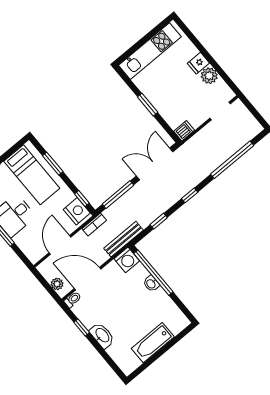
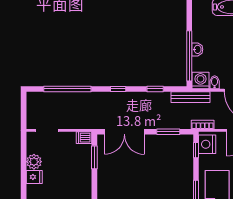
window: (148, 105) -> (94, 157), moved
window: (118, 195) -> (168, 132), width x0.69
bidet: (114, 268) -> (215, 82), added

